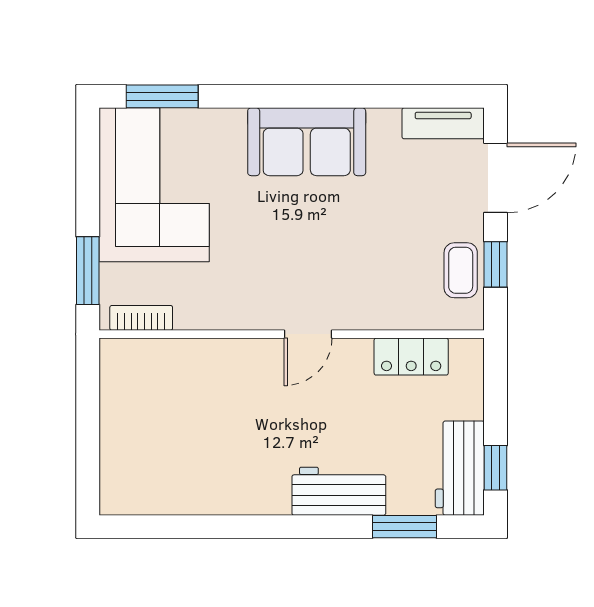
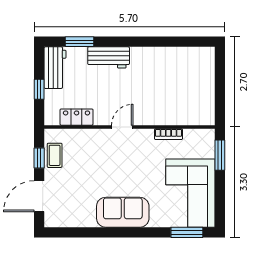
tv unit: (443, 123) -> (62, 220), removed
bookcase: (141, 318) -> (168, 134), moved
window: (495, 468) -> (39, 89), moved

